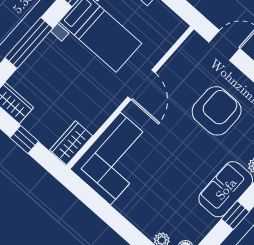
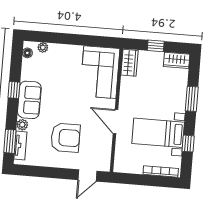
window: (29, 43) -> (192, 99), width x0.69
armchair: (217, 111) -> (65, 138), turned -90

